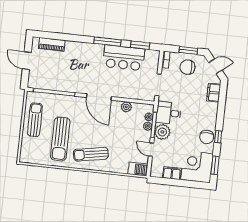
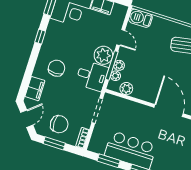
door: (215, 66) -> (27, 119), swing flipped
plant: (126, 107) -> (126, 89), moved
chair: (207, 137) -> (56, 68), moved

